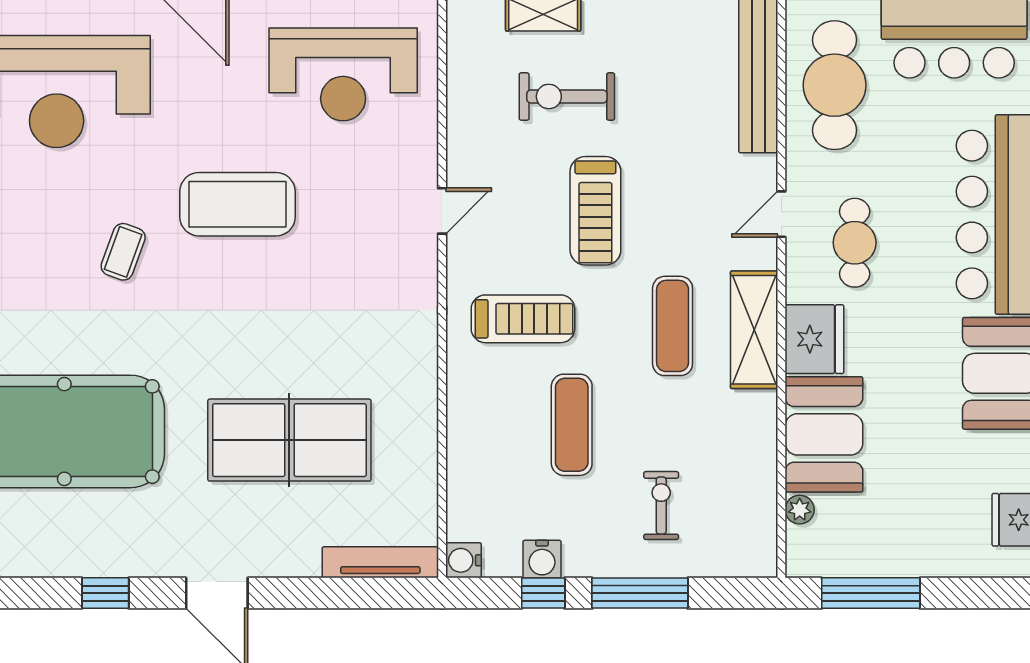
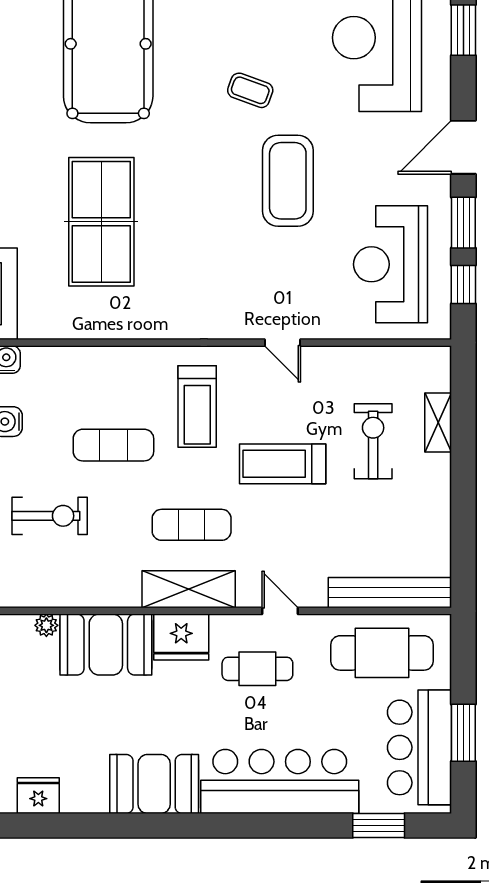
exercise bike: (661, 506) -> (50, 516), width x1.38, depth x1.39

